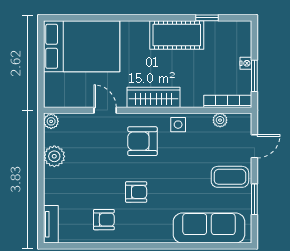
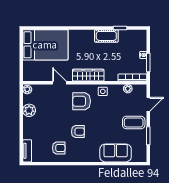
cot: (177, 35) -> (106, 36), width x0.73, depth x0.75
sofa: (209, 228) -> (116, 153), width x0.73

